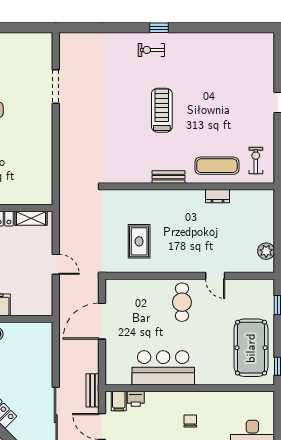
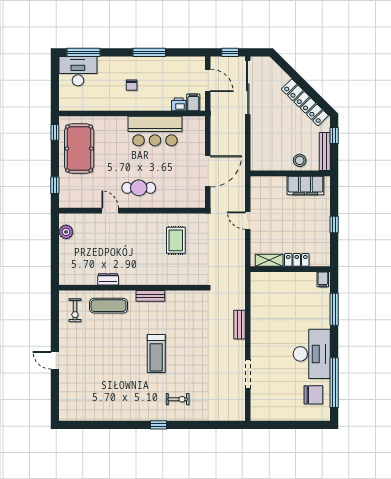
exercise bike: (151, 50) -> (178, 399), moved
cafe table: (182, 302) -> (139, 188), turned 90
bench: (92, 390) -> (240, 325), moved

